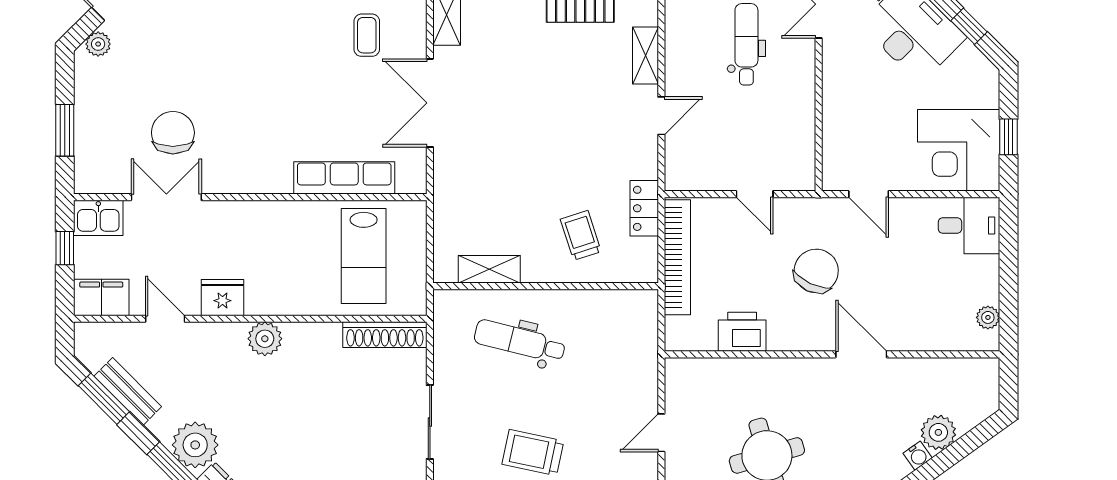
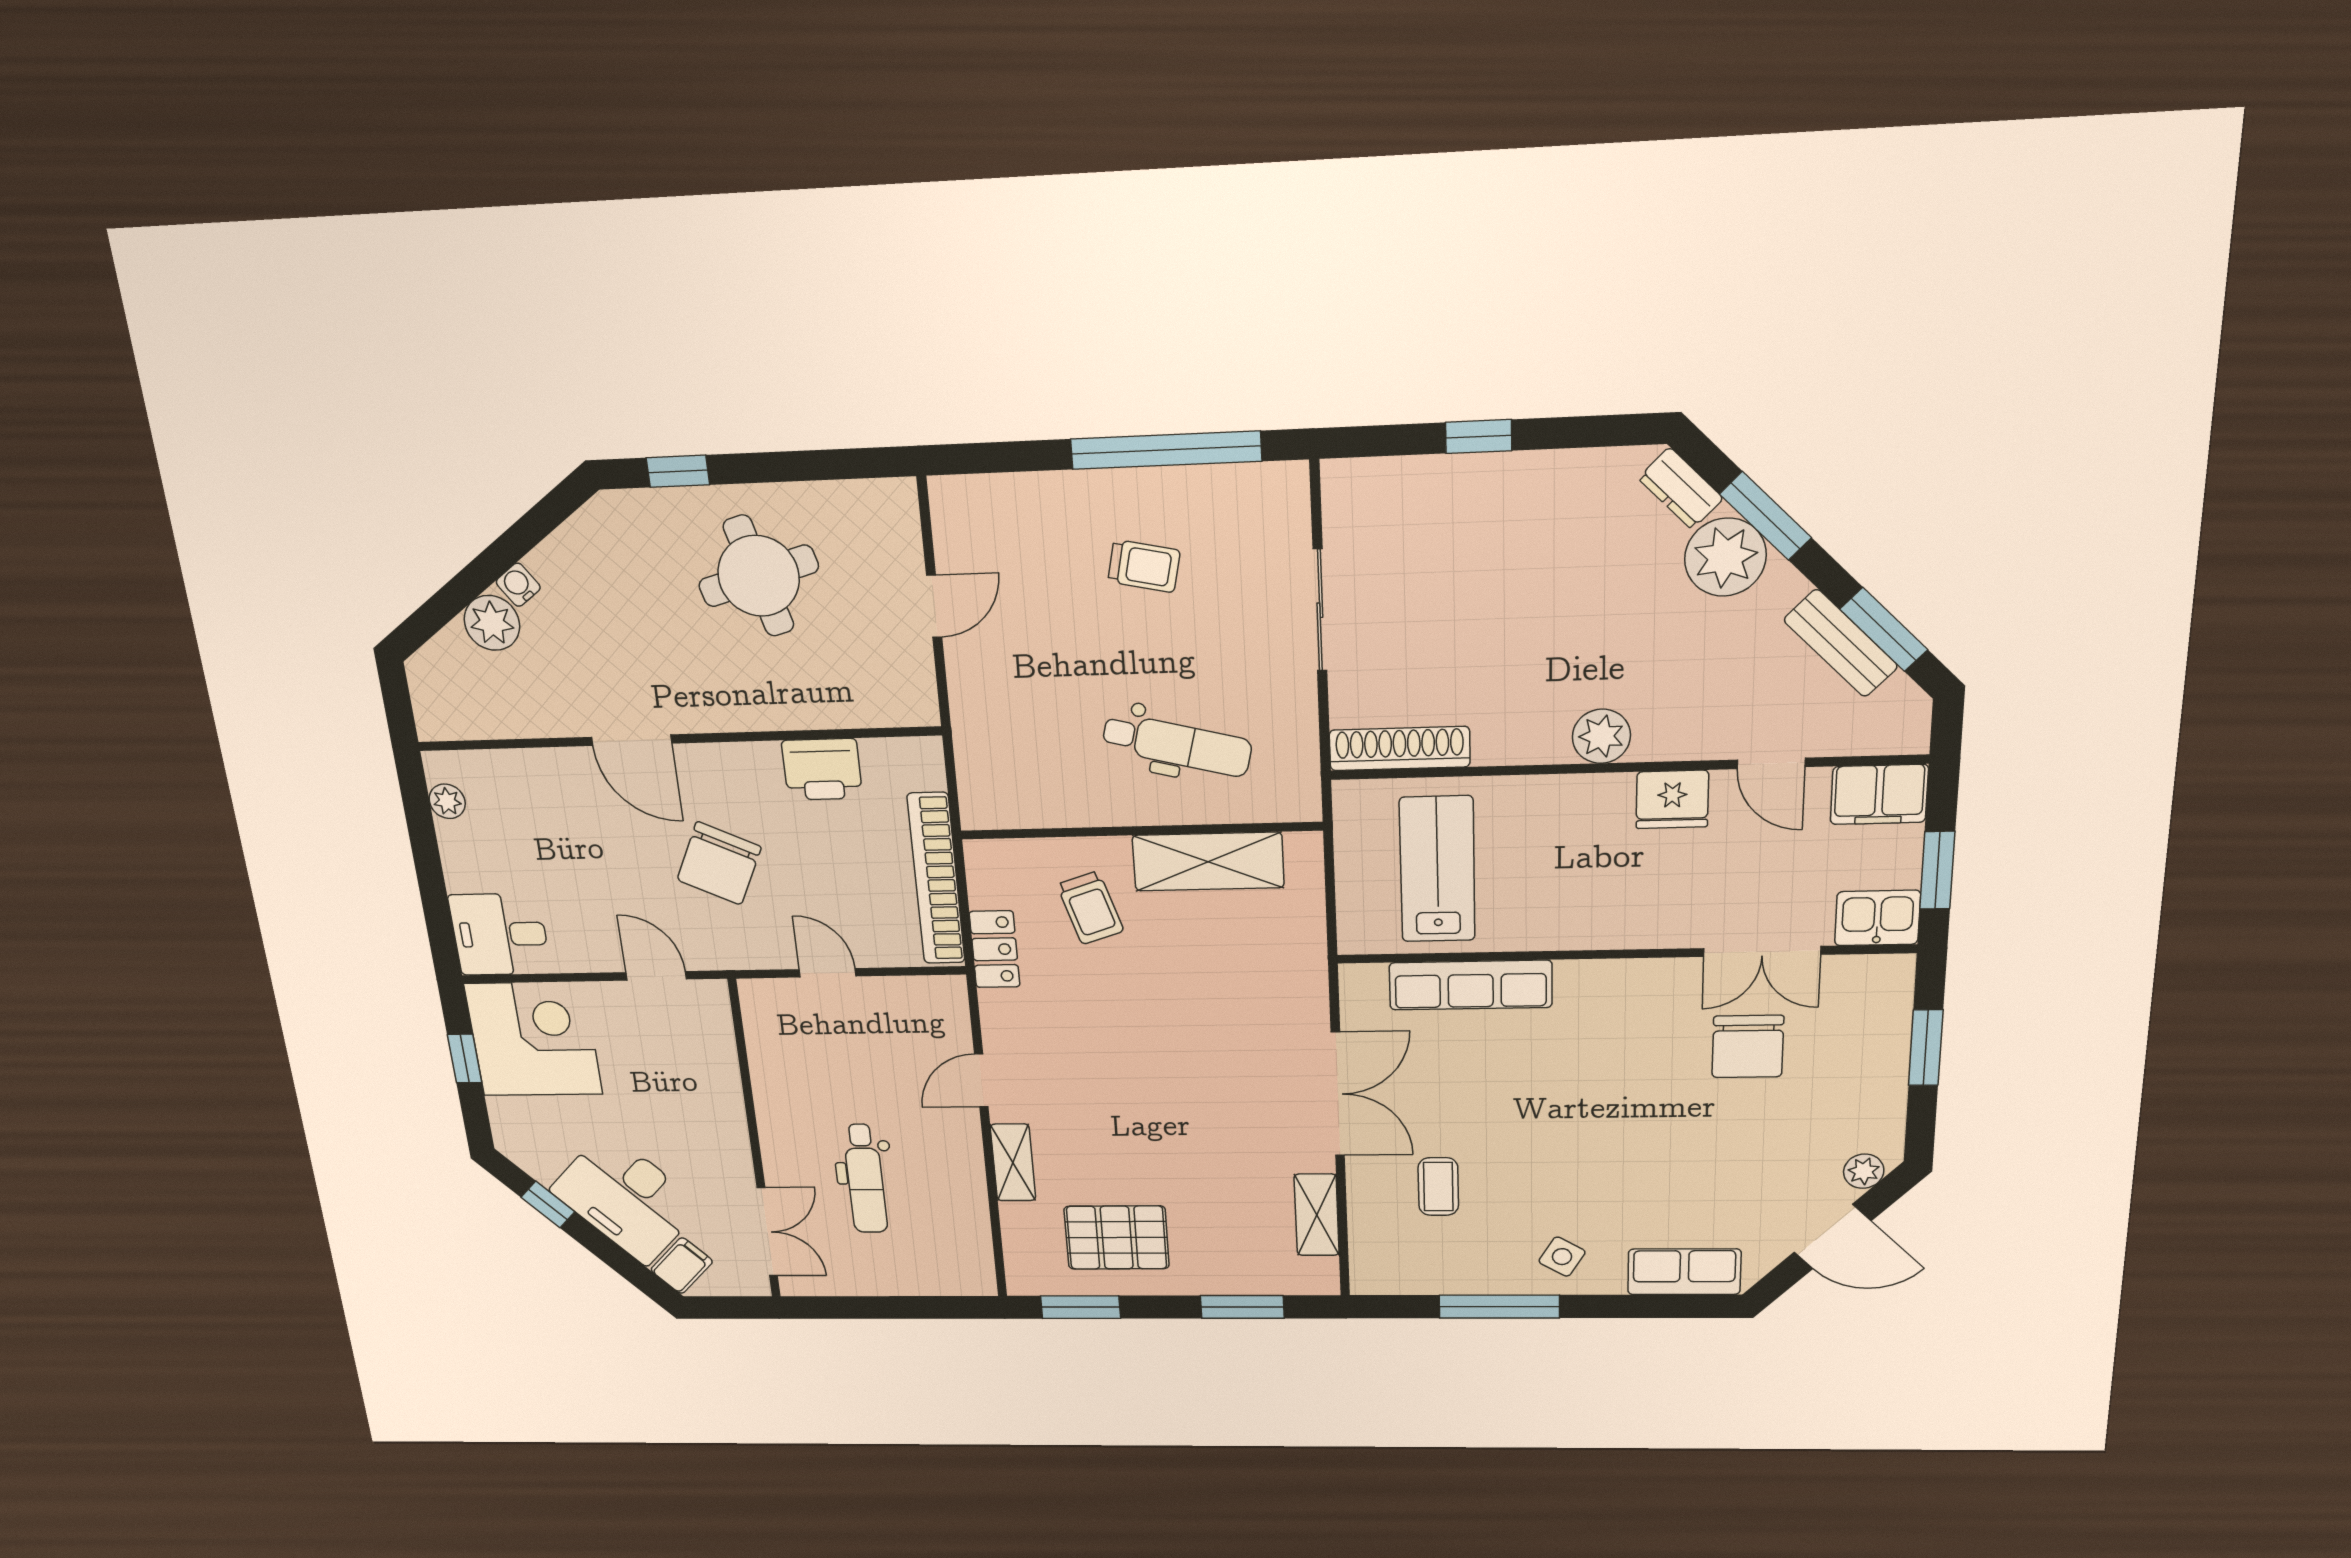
window: (65, 248) -> (1937, 870), width x1.50
shelving: (489, 269) -> (1208, 862), width x1.50, depth x1.33
trolley: (533, 453) -> (1144, 566), width x0.73, depth x0.72

